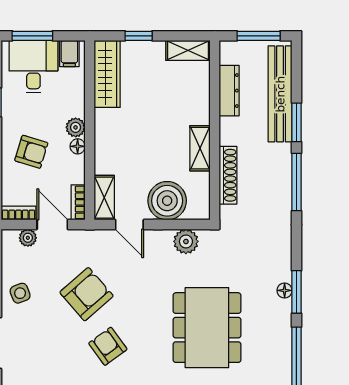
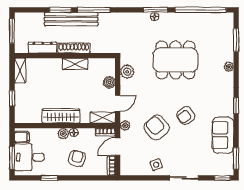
wardrobe: (107, 74) -> (61, 116), moved
bench: (280, 94) -> (71, 19), moved
shoe rack: (228, 175) -> (74, 48), moved
boiler: (167, 201) -> (109, 82), width x0.54, depth x0.54
plant: (28, 238) -> (125, 125), moved

